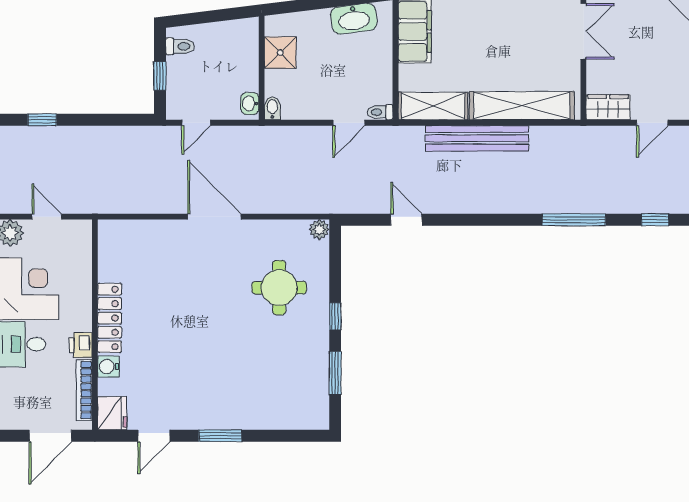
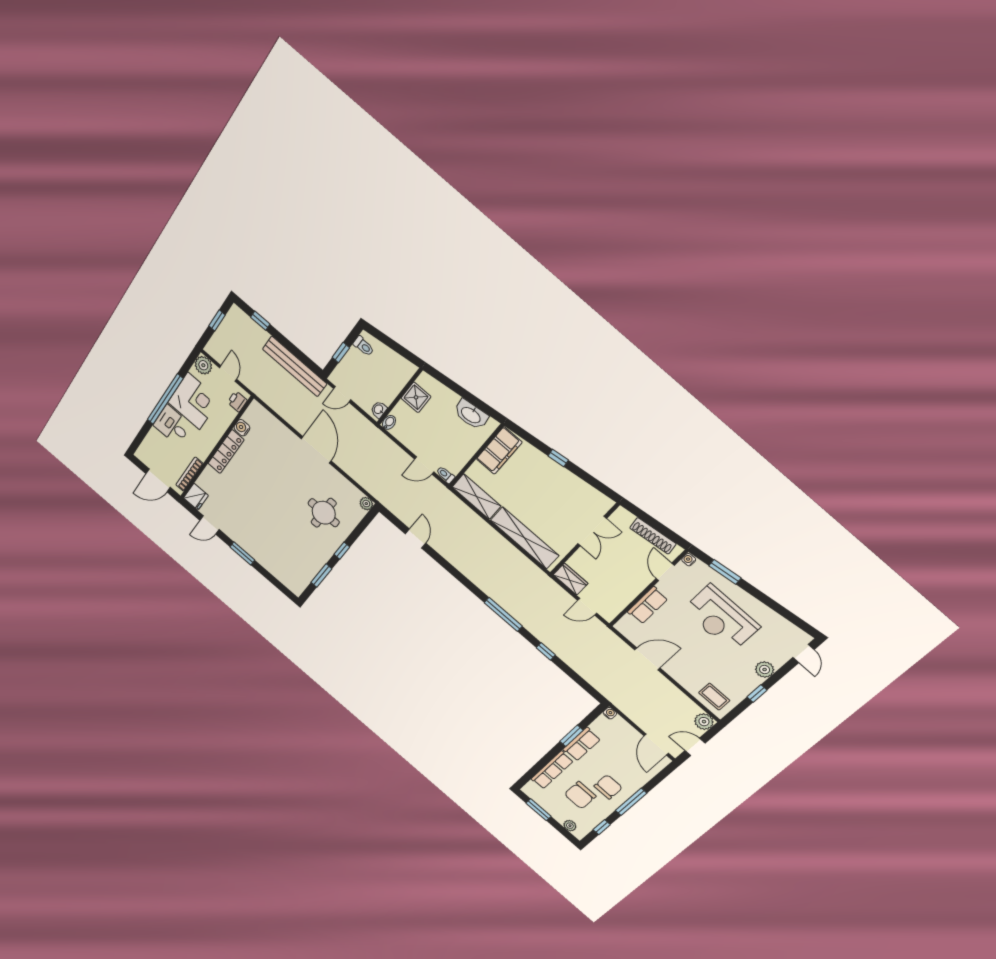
bench: (477, 138) -> (295, 366), moved
printer: (81, 345) -> (237, 401), moved
water cooler: (108, 366) -> (242, 428), moved

